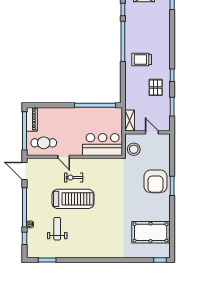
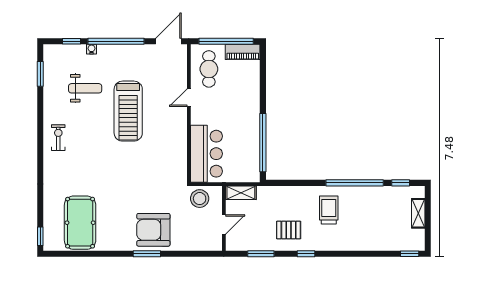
exercise bike: (74, 178) -> (58, 138), moved

